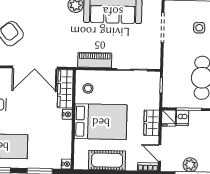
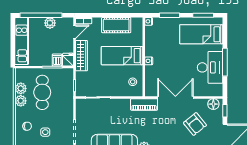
piano: (95, 60) -> (144, 104), moved
wardrobe: (65, 89) -> (151, 81), removed
bed: (101, 122) -> (122, 56), width x0.67
wardrobe: (152, 123) -> (81, 56), width x1.50
door: (160, 153) -> (74, 32), hinge flipped

